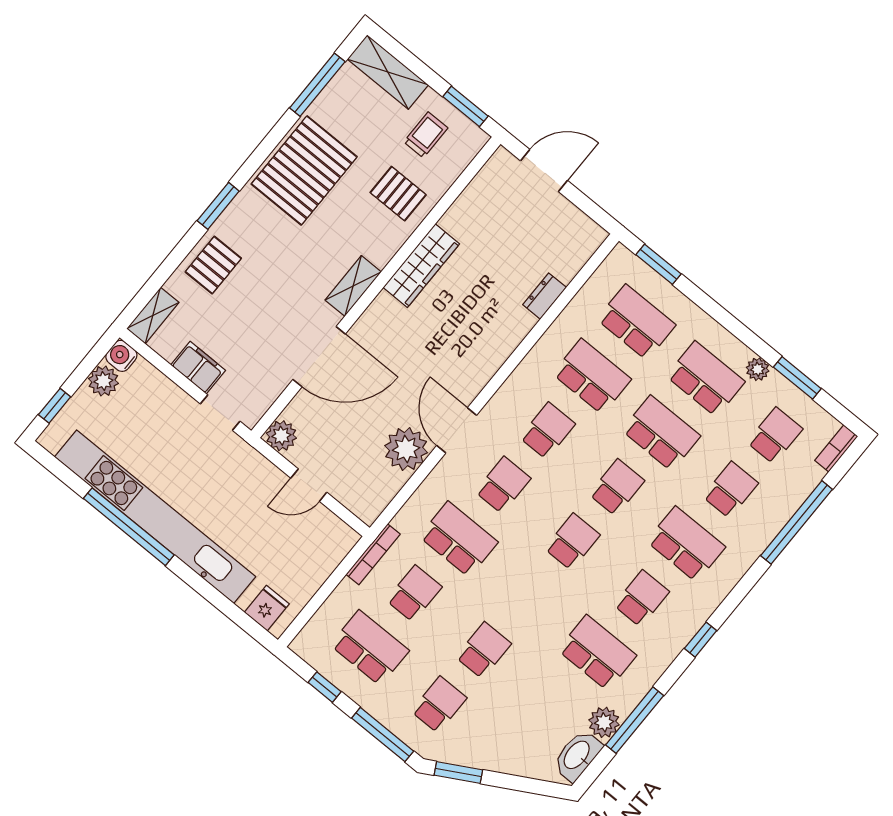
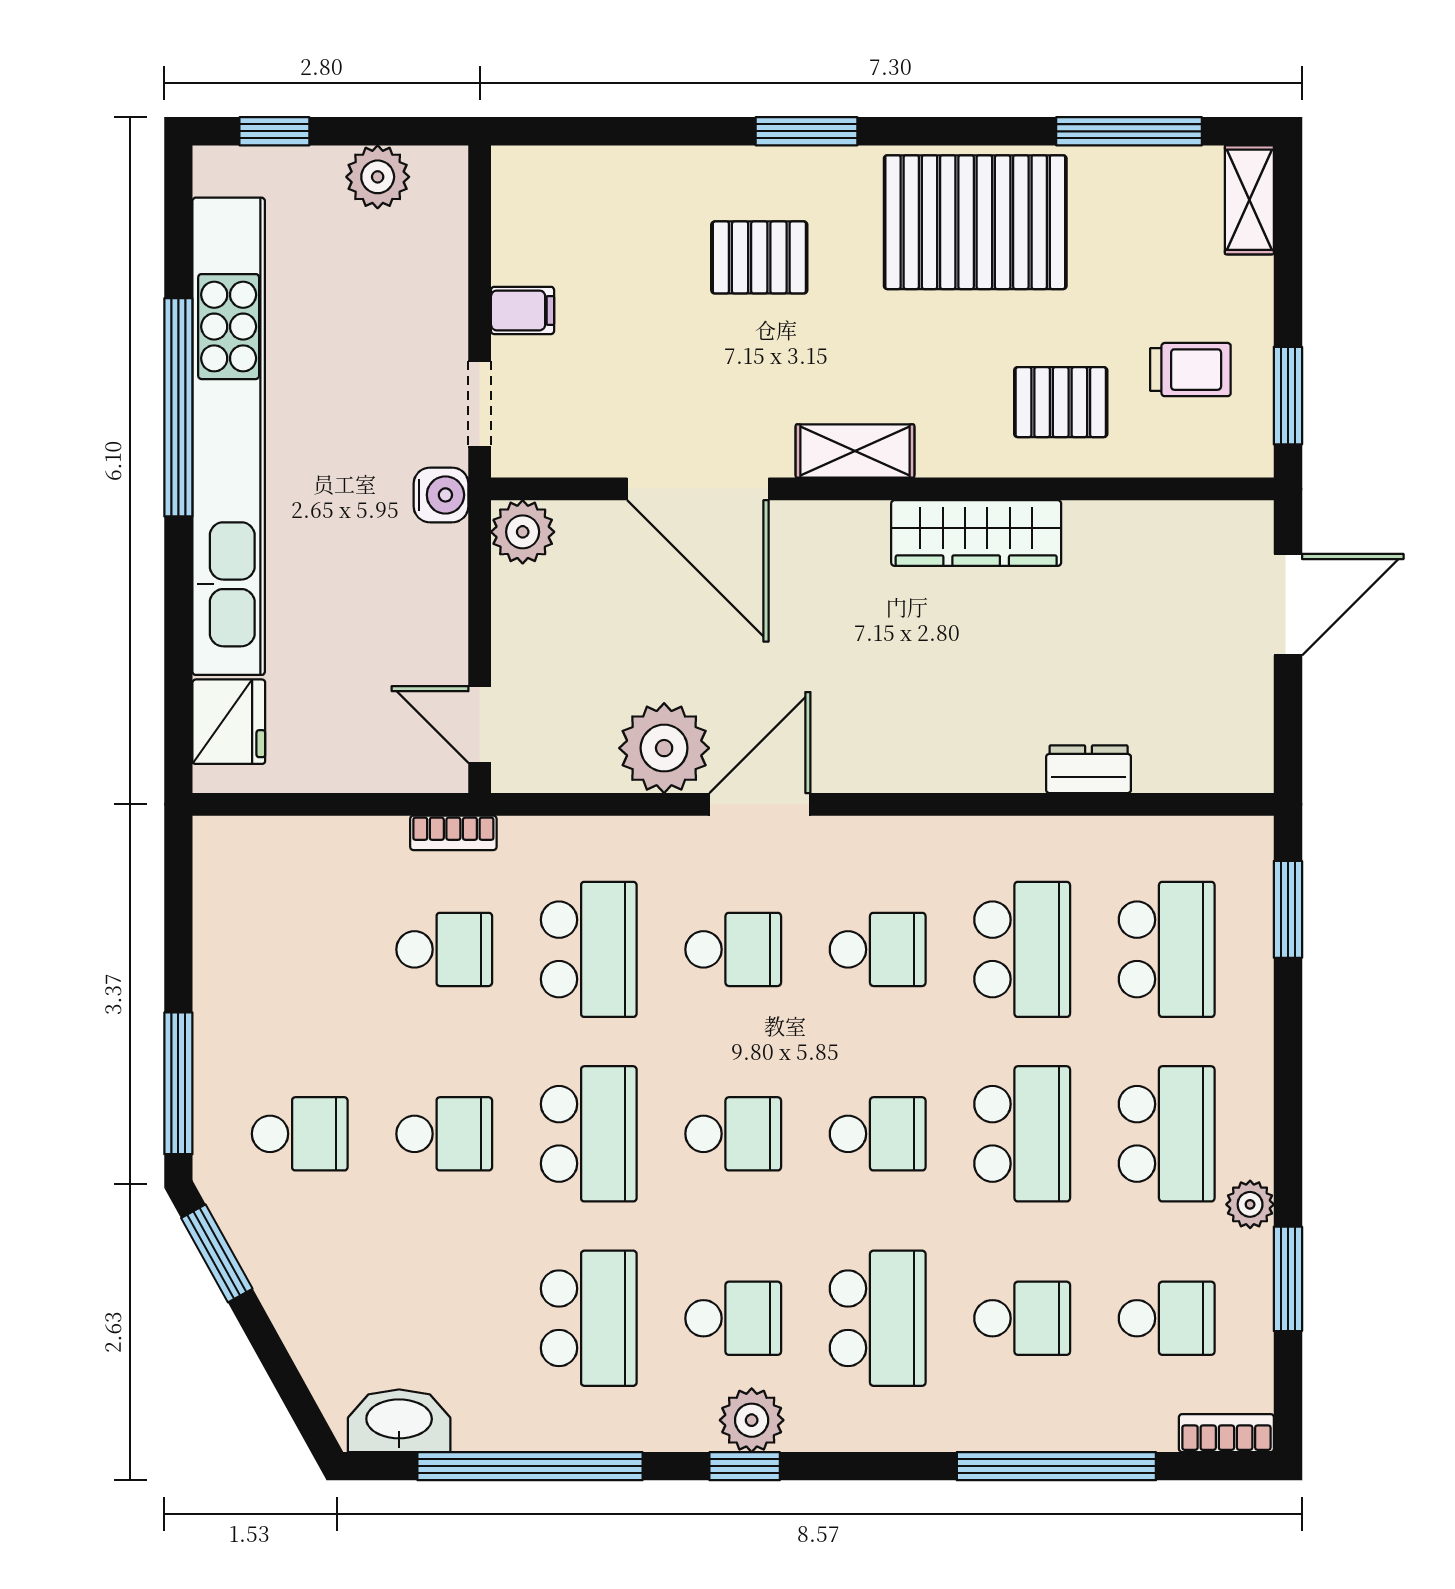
shelving: (388, 72) -> (1249, 200), width x0.67, depth x0.75
door: (544, 171) -> (1288, 605), hinge flipped
pallet: (398, 194) -> (1061, 402), turned 90
pallet: (213, 265) -> (759, 257), moved
shelving: (153, 316) -> (546, 170), removed
water cooler: (121, 356) -> (441, 495), moved, turned 90
filing cabinet: (198, 368) -> (523, 310), width x0.50
door: (309, 485) -> (480, 724), moved
bookcase: (373, 554) -> (453, 833), width x0.64
fridge: (267, 608) -> (229, 722), width x1.38
school desk: (370, 648) -> (589, 1134), moved
window: (325, 687) -> (178, 929), removed
window: (635, 720) -> (530, 1466), width x1.46
plant: (604, 722) -> (752, 1420), moved

